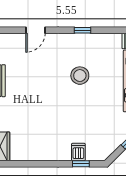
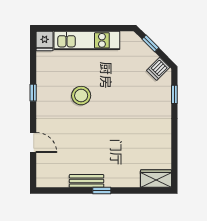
dishwasher: (78, 152) -> (158, 69), moved, turned -45

